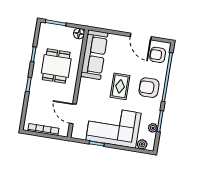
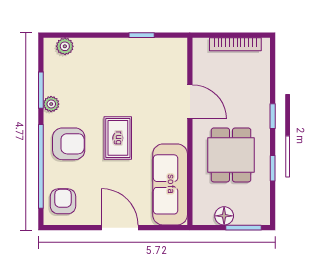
floor lamp: (79, 34) -> (224, 216), moved
door: (141, 37) -> (120, 228), moved
armchair: (158, 55) -> (63, 201), turned -90
door: (73, 114) -> (190, 102), moved
corner sofa: (113, 127) -> (118, 68), removed
plant: (153, 128) -> (51, 104), moved

